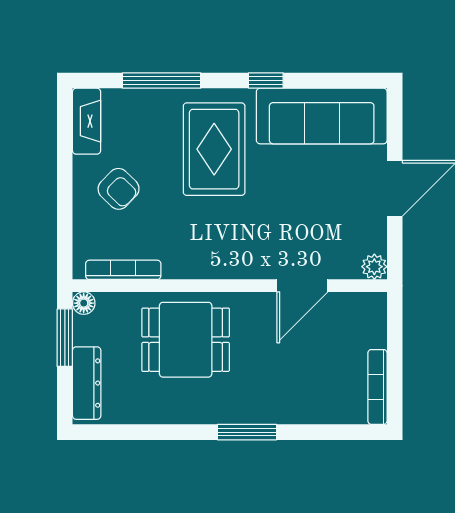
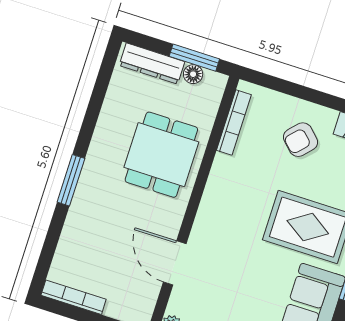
floor lamp: (84, 303) -> (193, 74), moved

